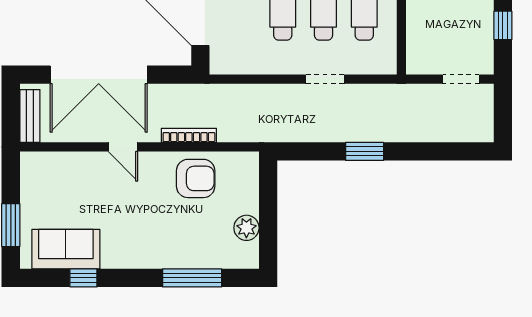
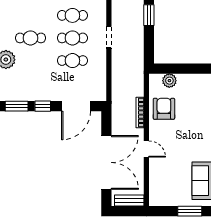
door: (123, 147) -> (146, 149), hinge flipped
plant: (246, 228) -> (169, 81), moved

